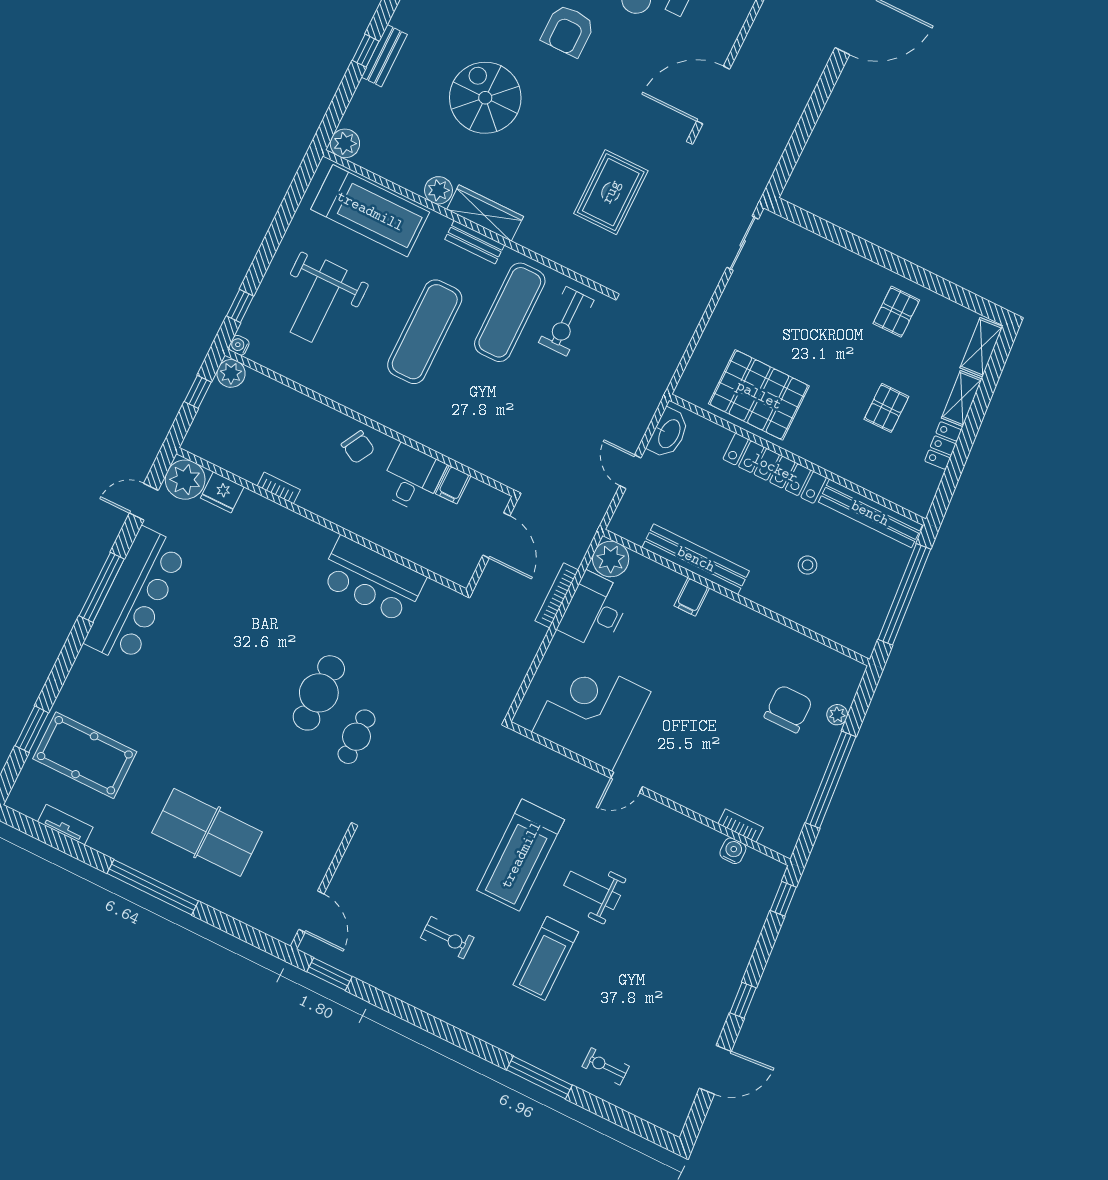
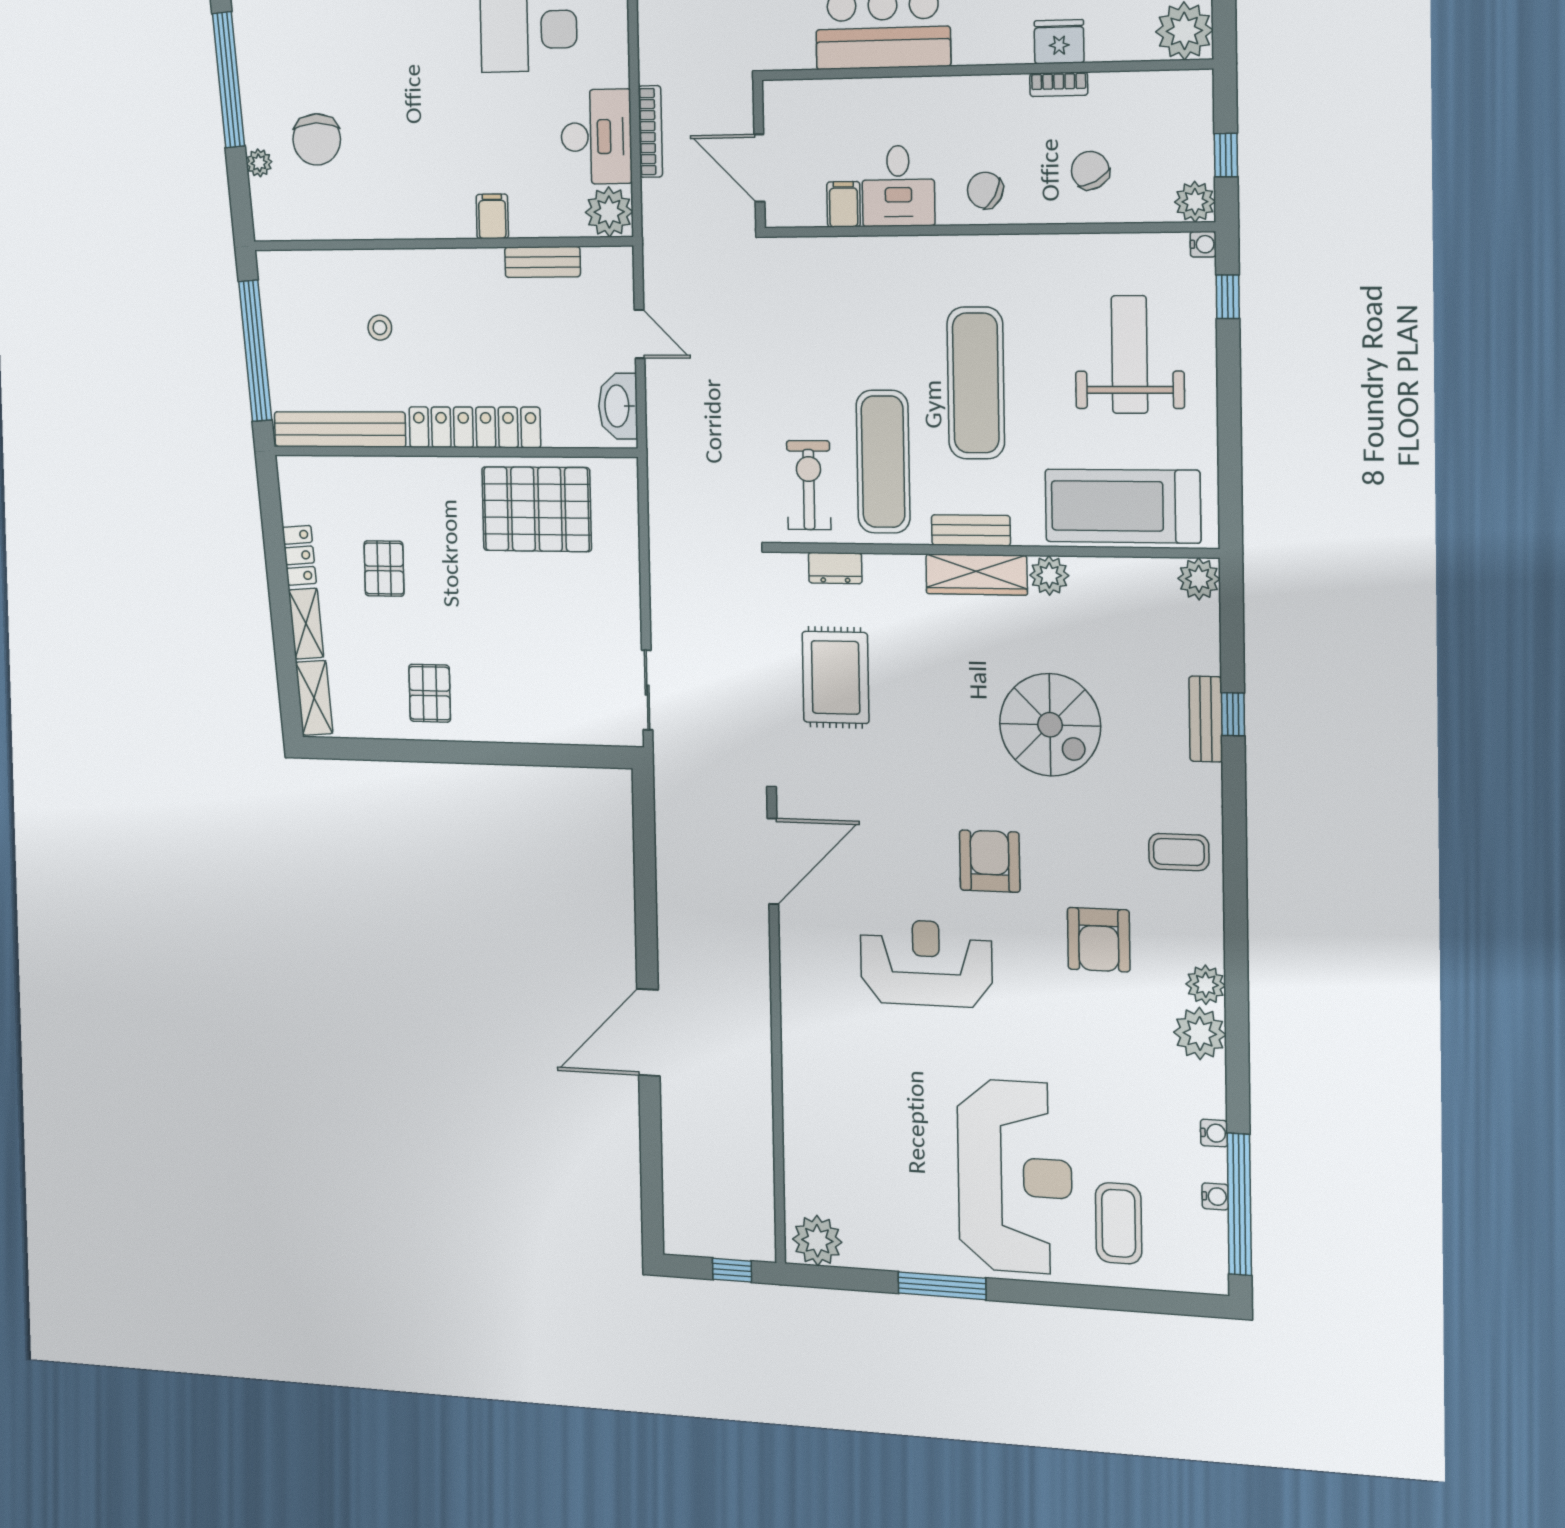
dresser: (576, 261) -> (835, 568), added
chair: (286, 425) -> (1090, 170), added
fridge: (222, 492) -> (1059, 42), moved
bench: (696, 559) -> (543, 262), width x0.54, depth x0.82

